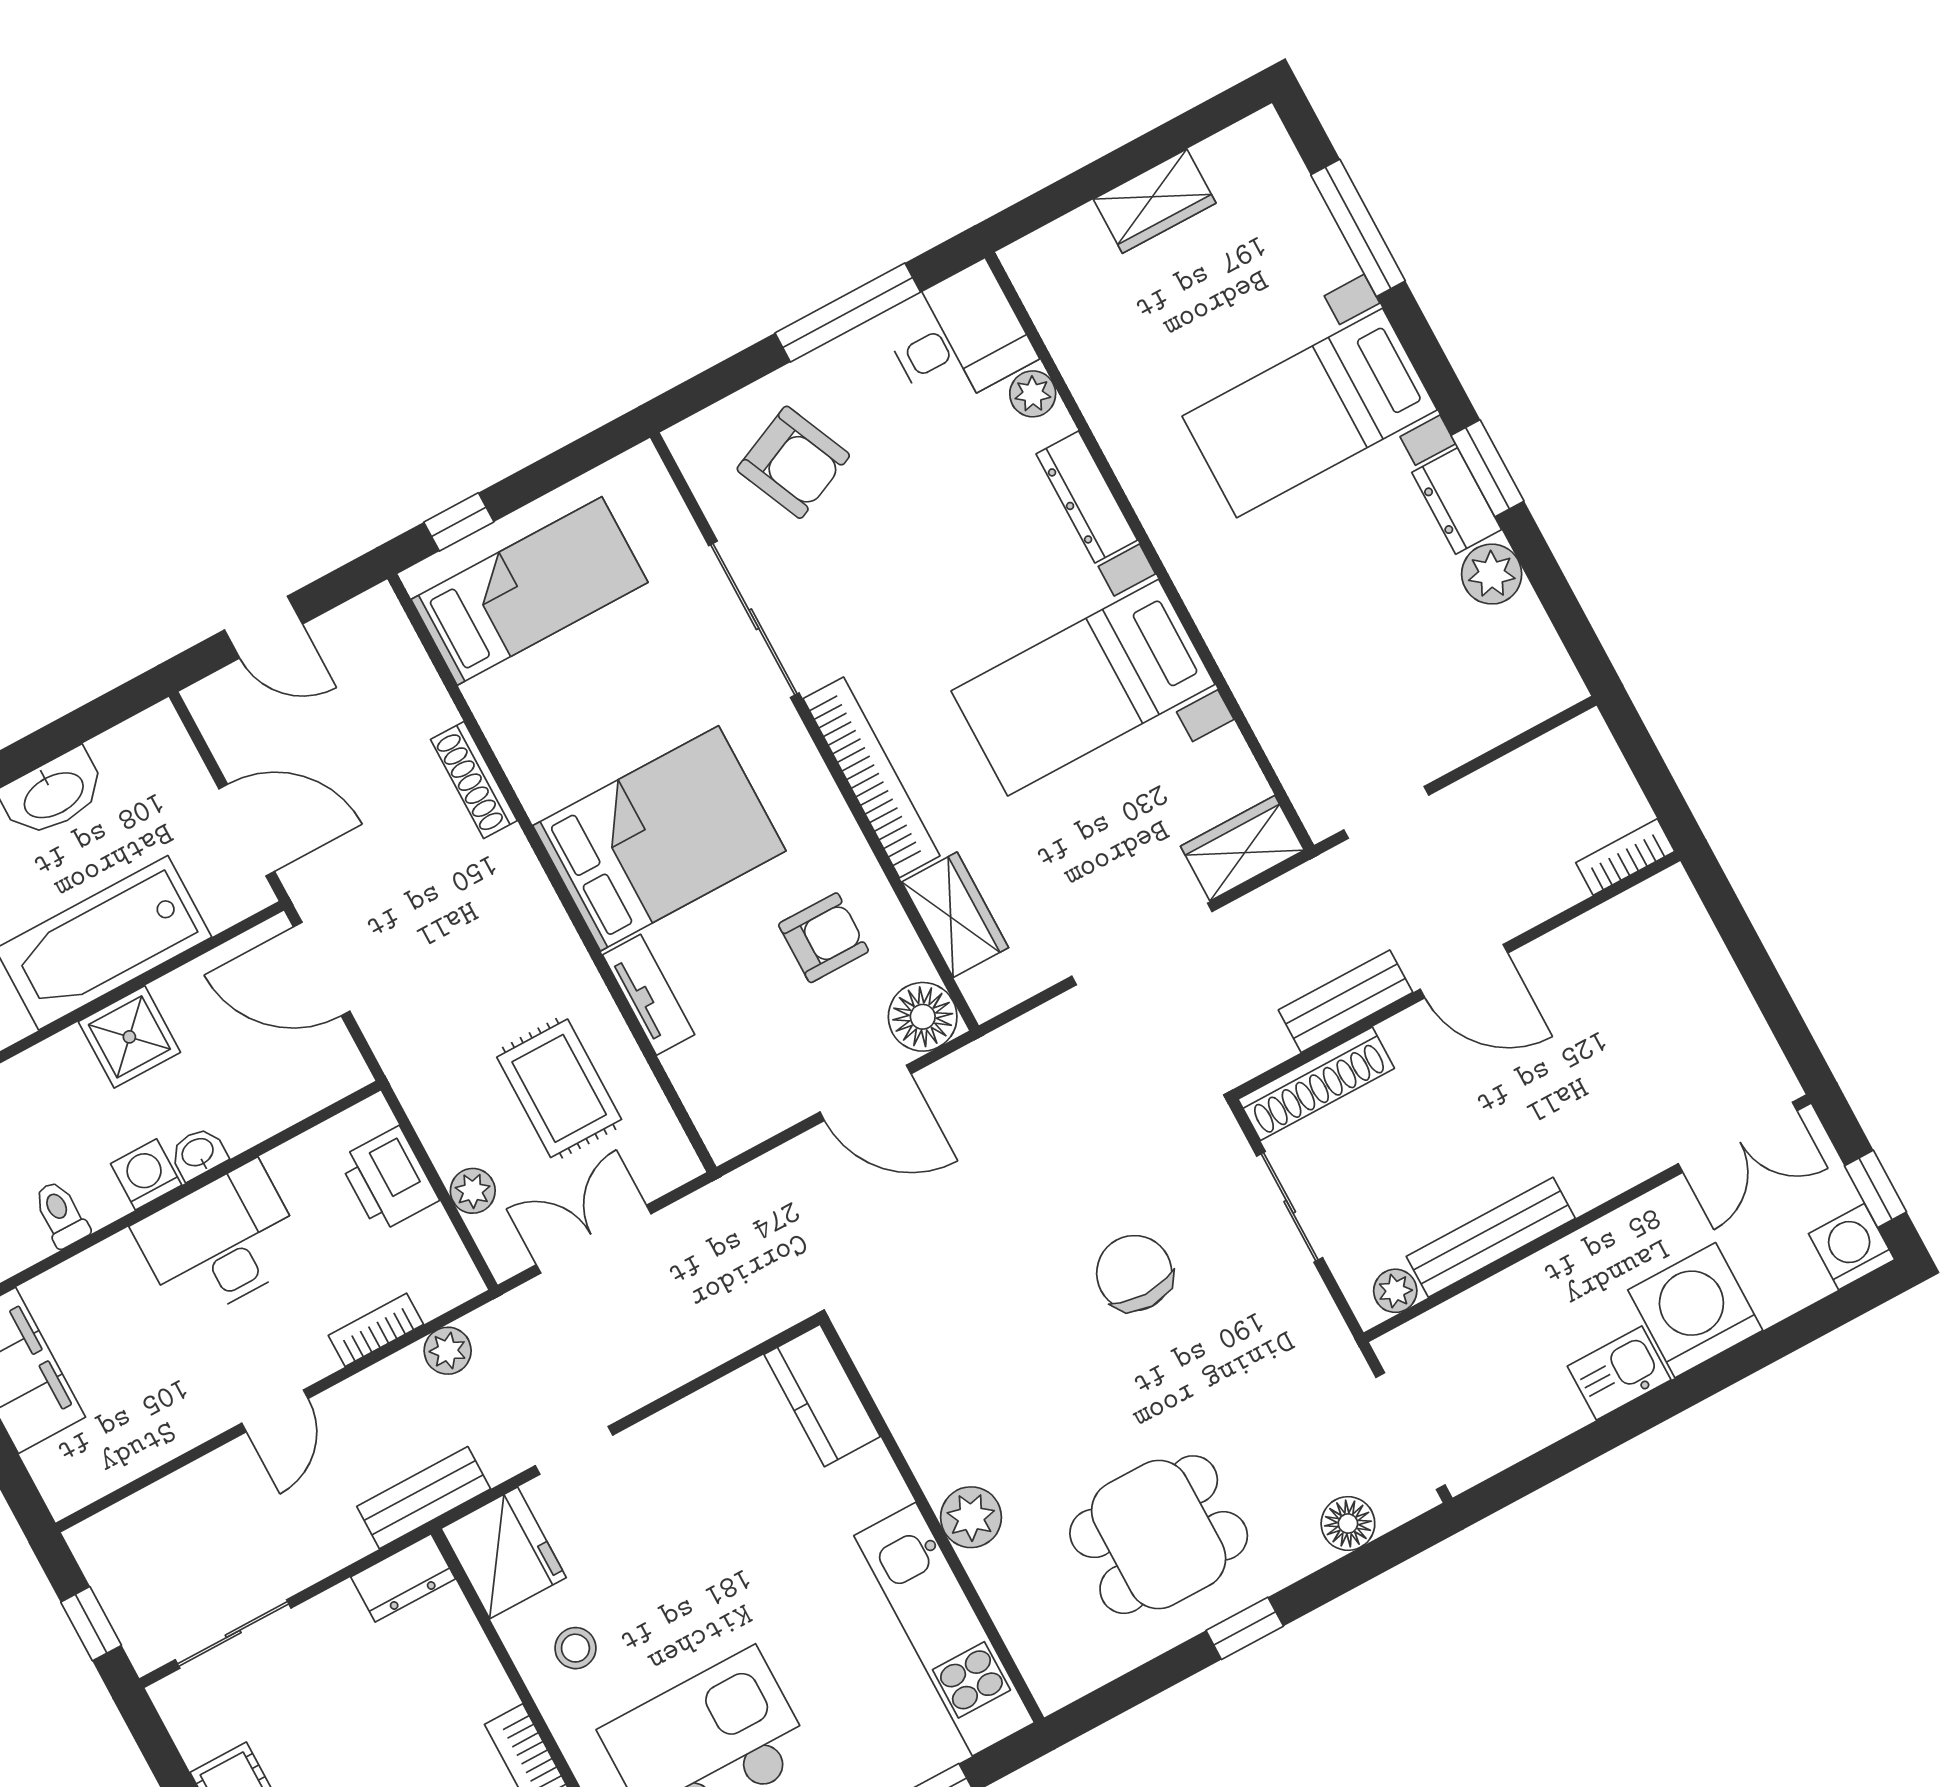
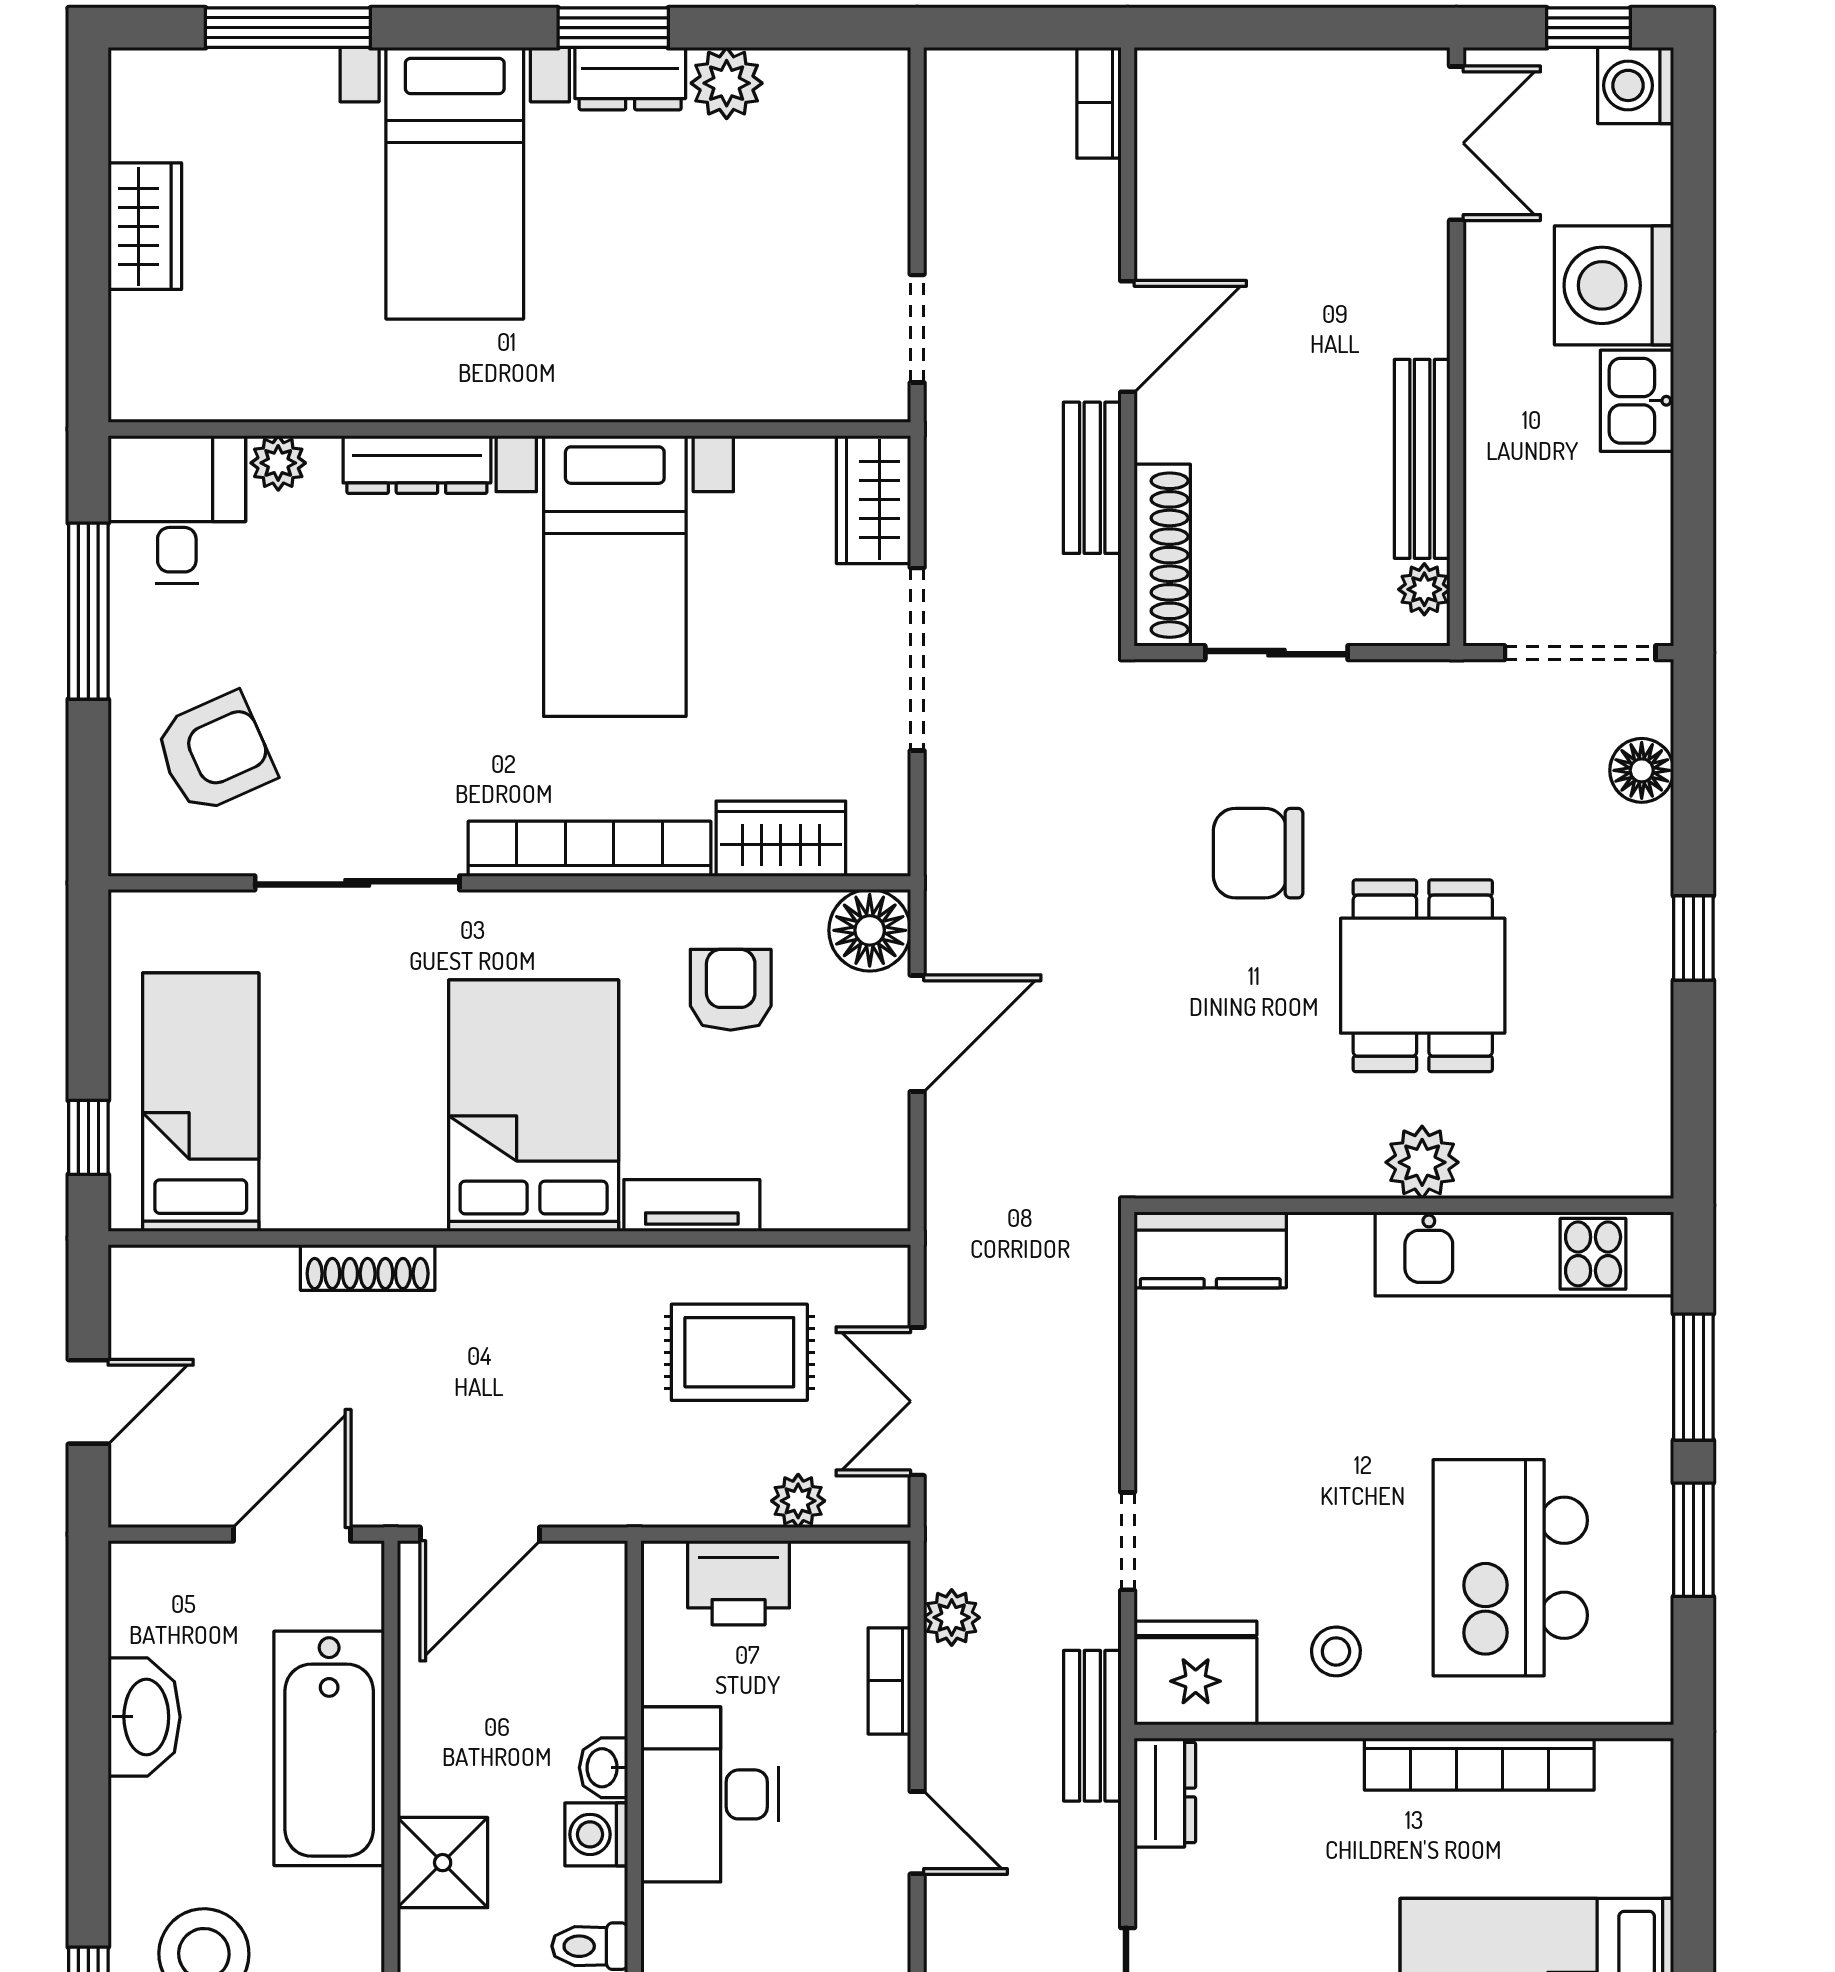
shower: (129, 1037) -> (443, 1863), moved
dining table: (1159, 1535) -> (1423, 976), moved

